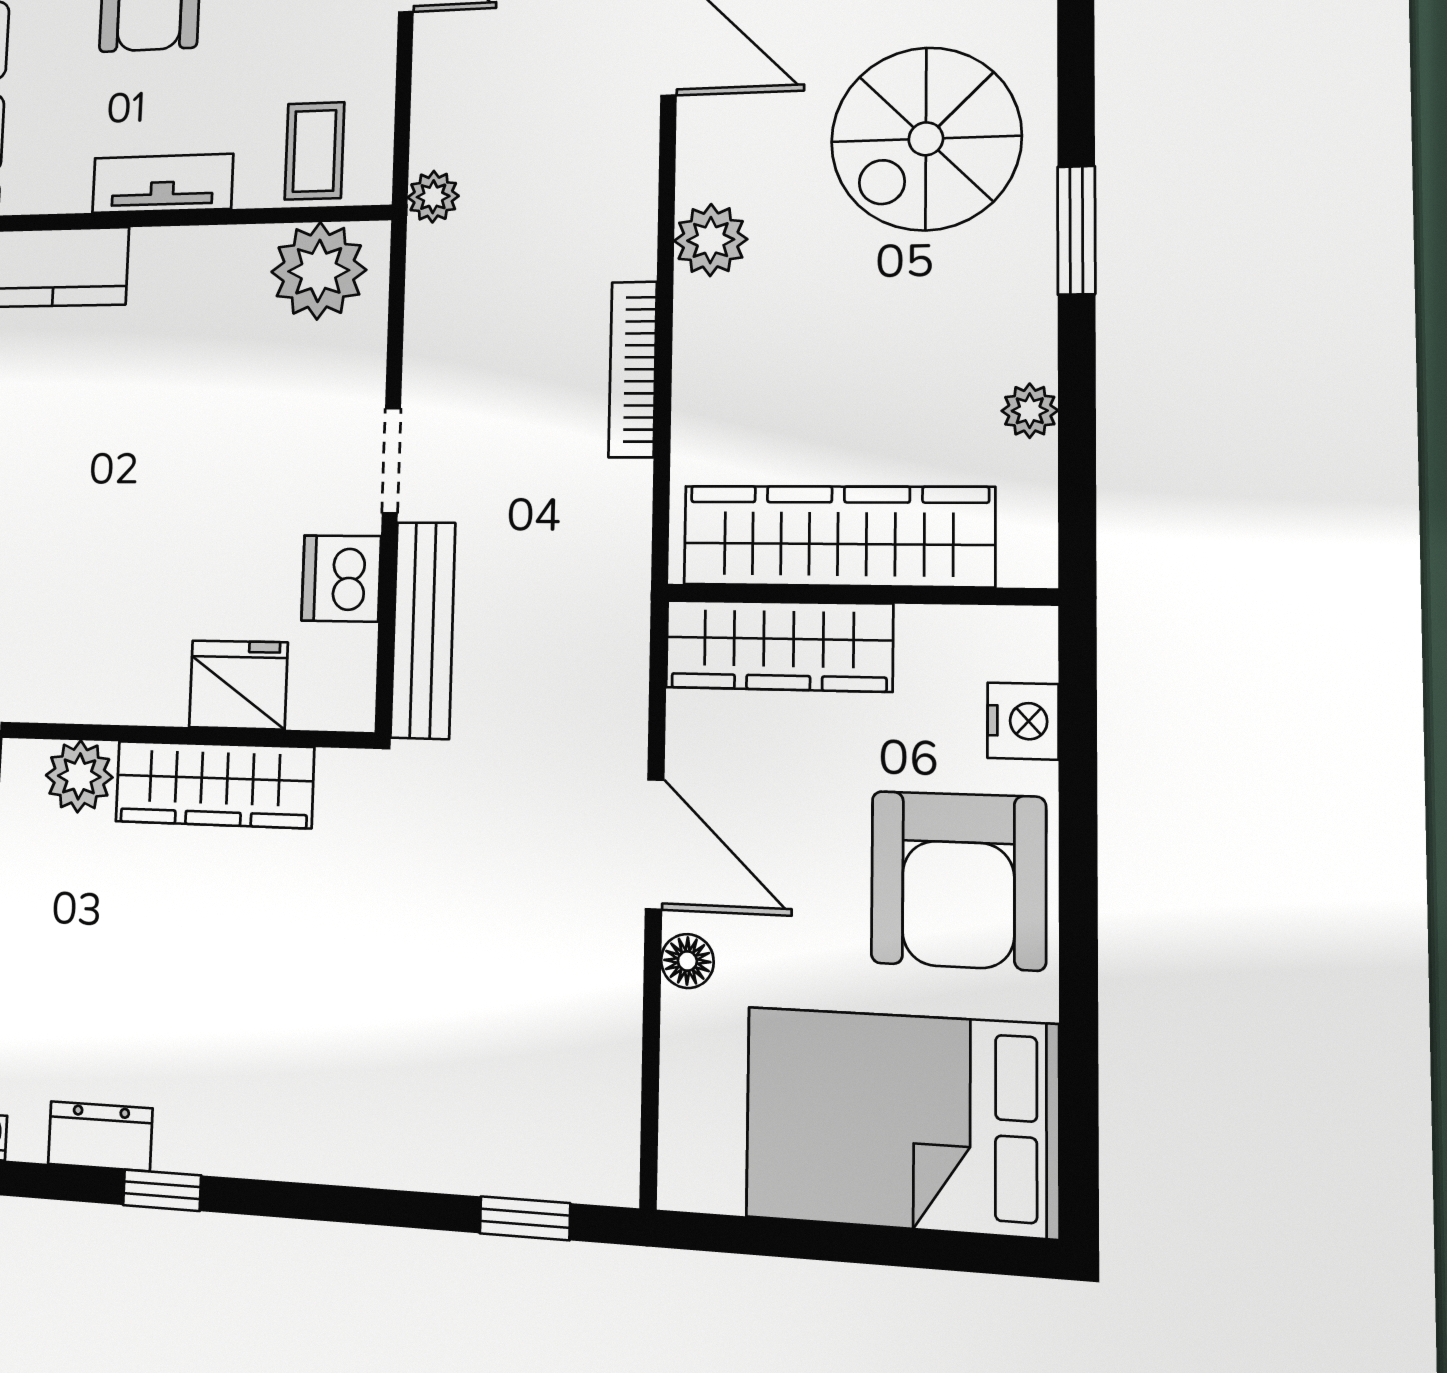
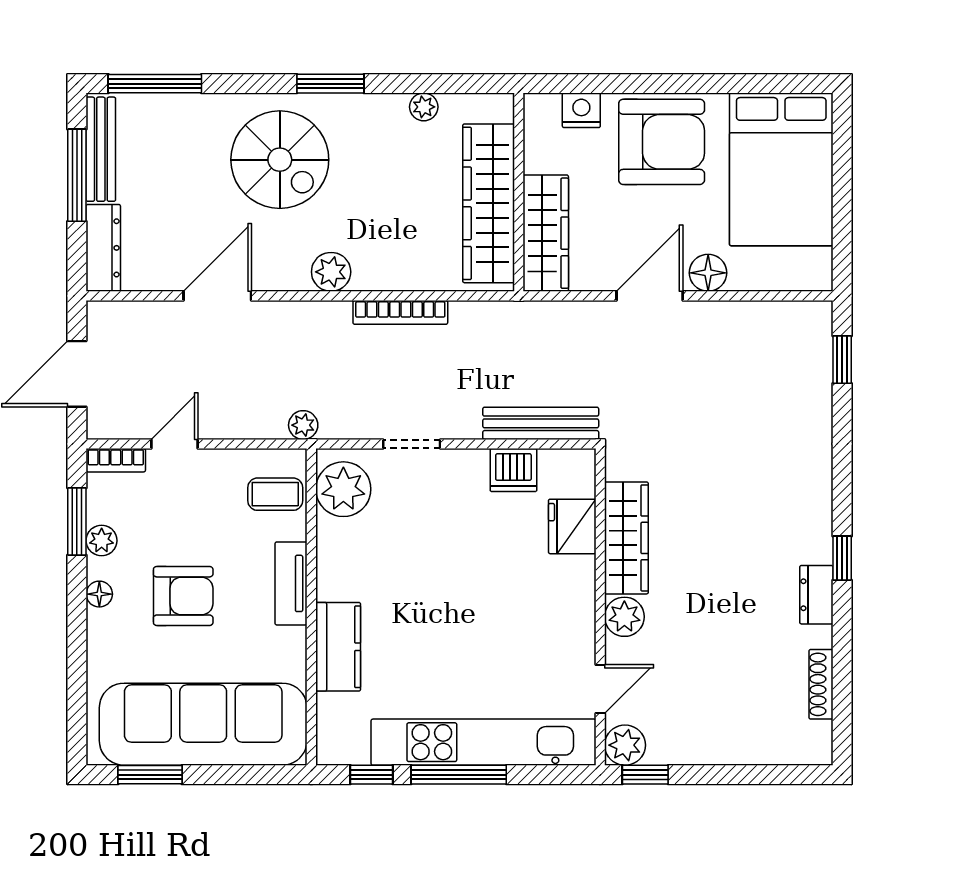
doorway: (391, 461) -> (412, 444), moved
floor lamp: (687, 961) -> (708, 273), width x1.37, depth x1.37

